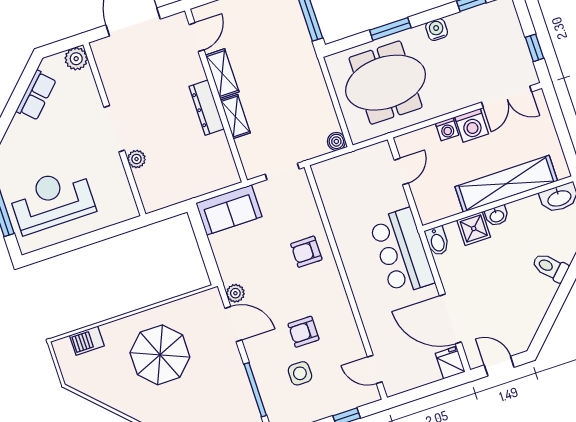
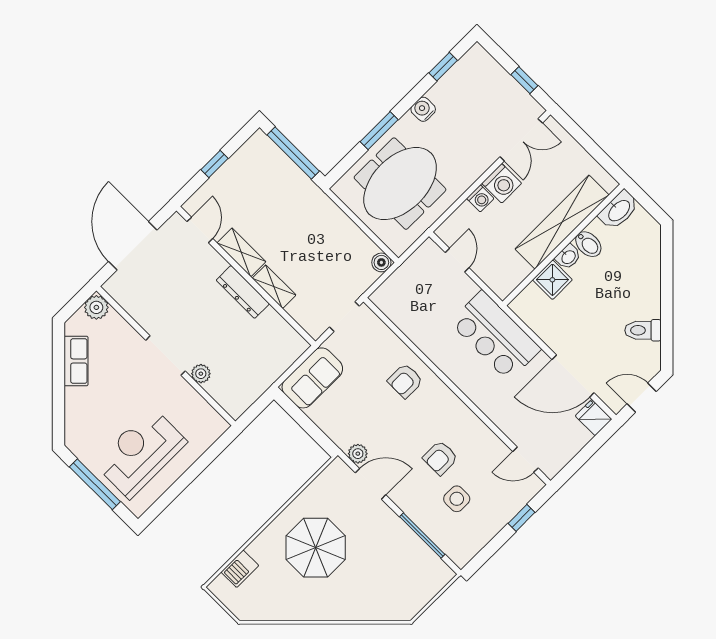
bidet: (437, 241) -> (588, 244), moved
toilet: (550, 267) -> (643, 330), moved

